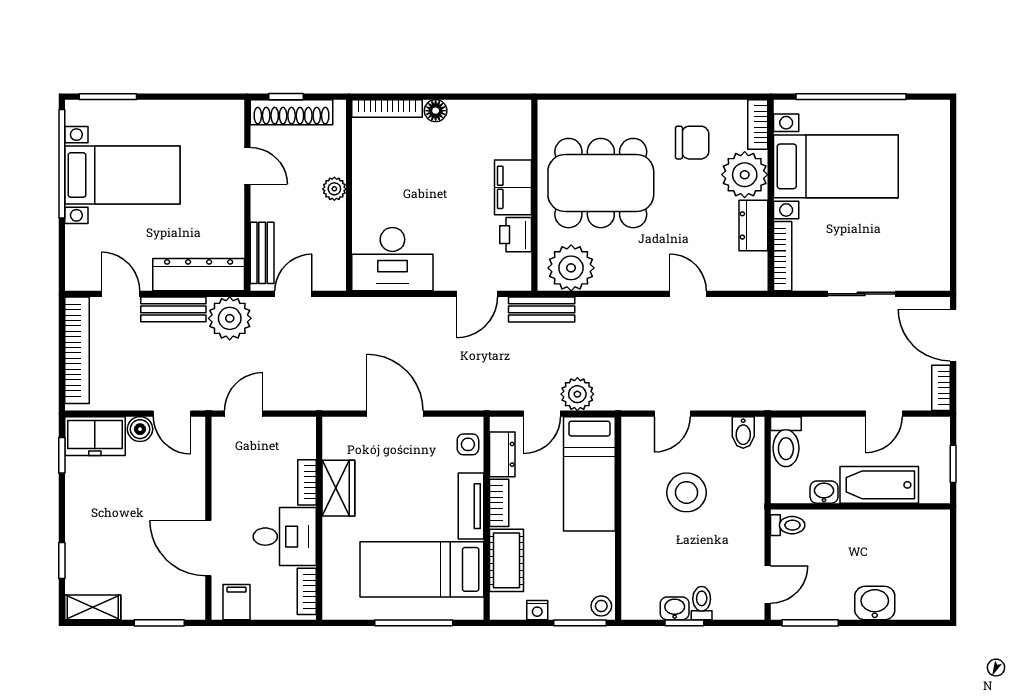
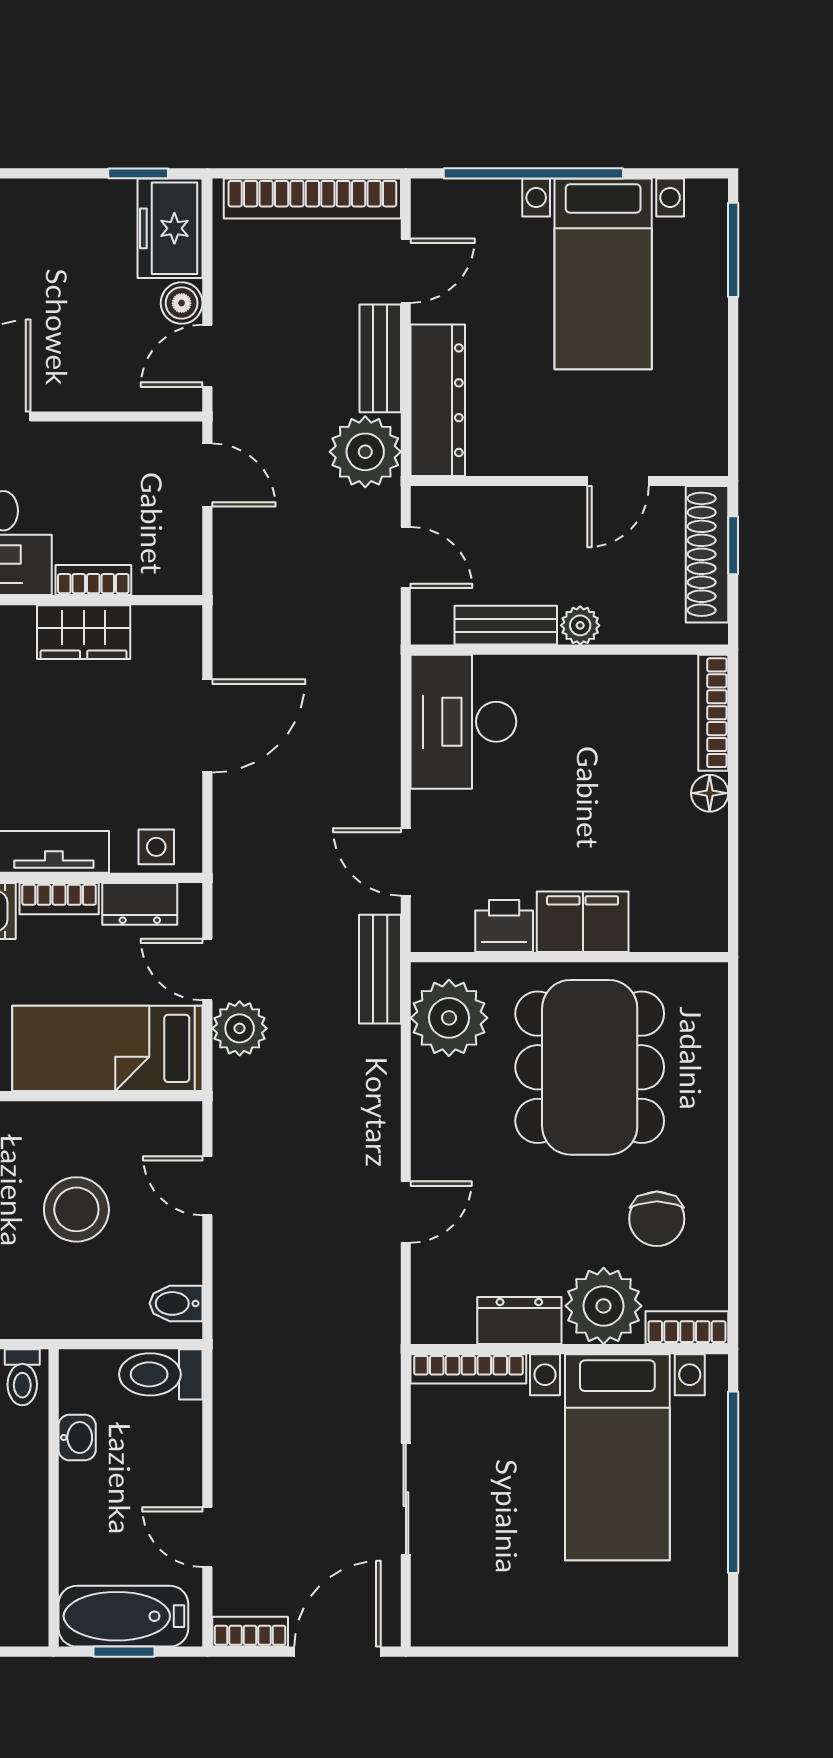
window: (62, 164) -> (533, 173), moved
bench: (262, 253) -> (506, 625), moved
bathtub: (879, 485) -> (123, 1616), moved, turned -90

